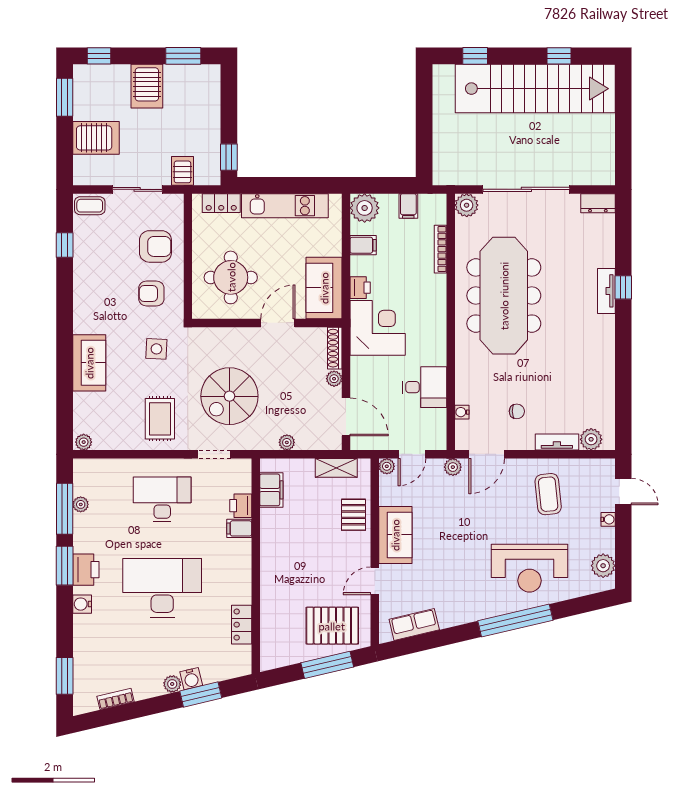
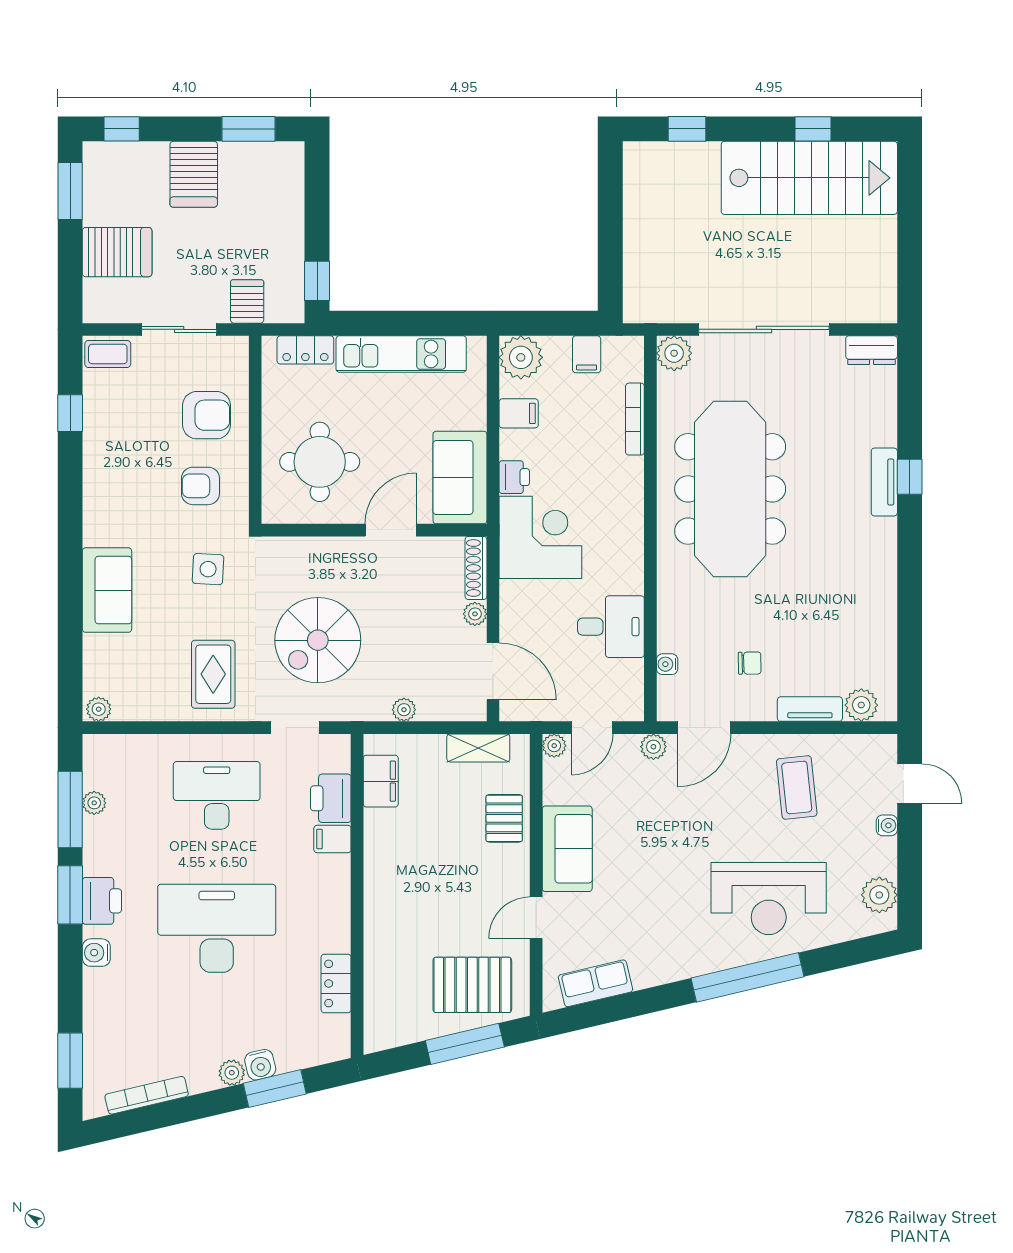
stairs: (535, 89) -> (809, 178), width x0.73
printer: (241, 506) -> (331, 798), width x1.36, depth x1.24
bookcase: (116, 699) -> (147, 1095), width x1.56

